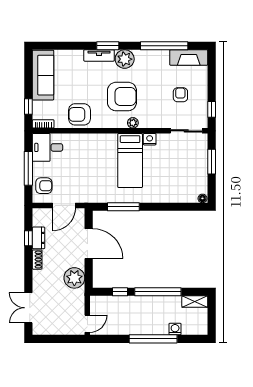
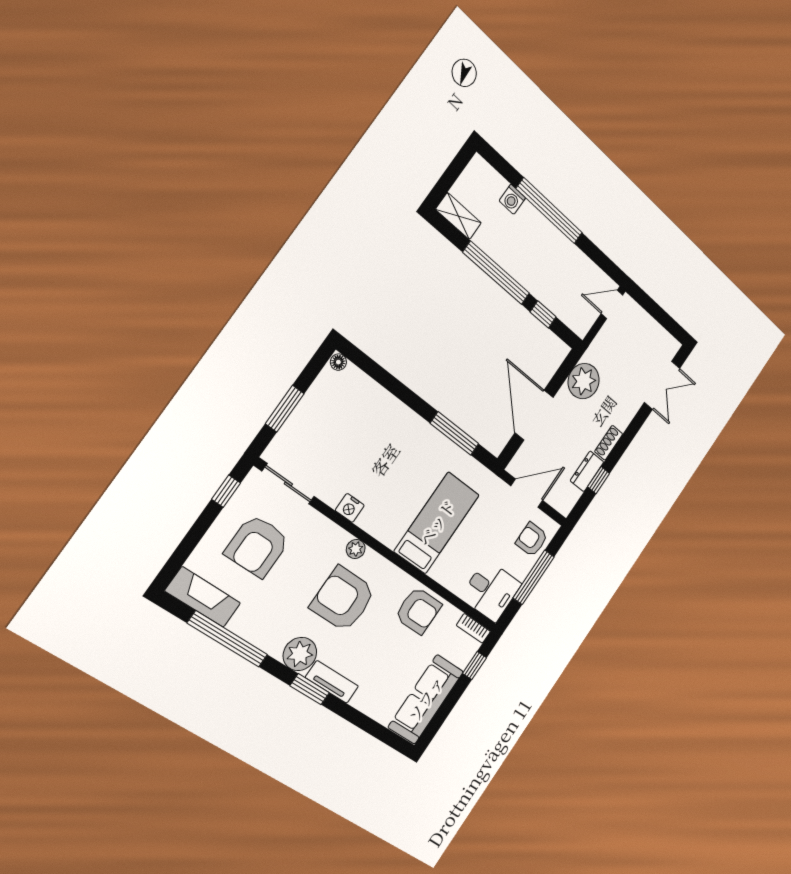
armchair: (180, 95) -> (257, 546), width x1.88, depth x1.88
bed: (130, 161) -> (437, 523), moved

